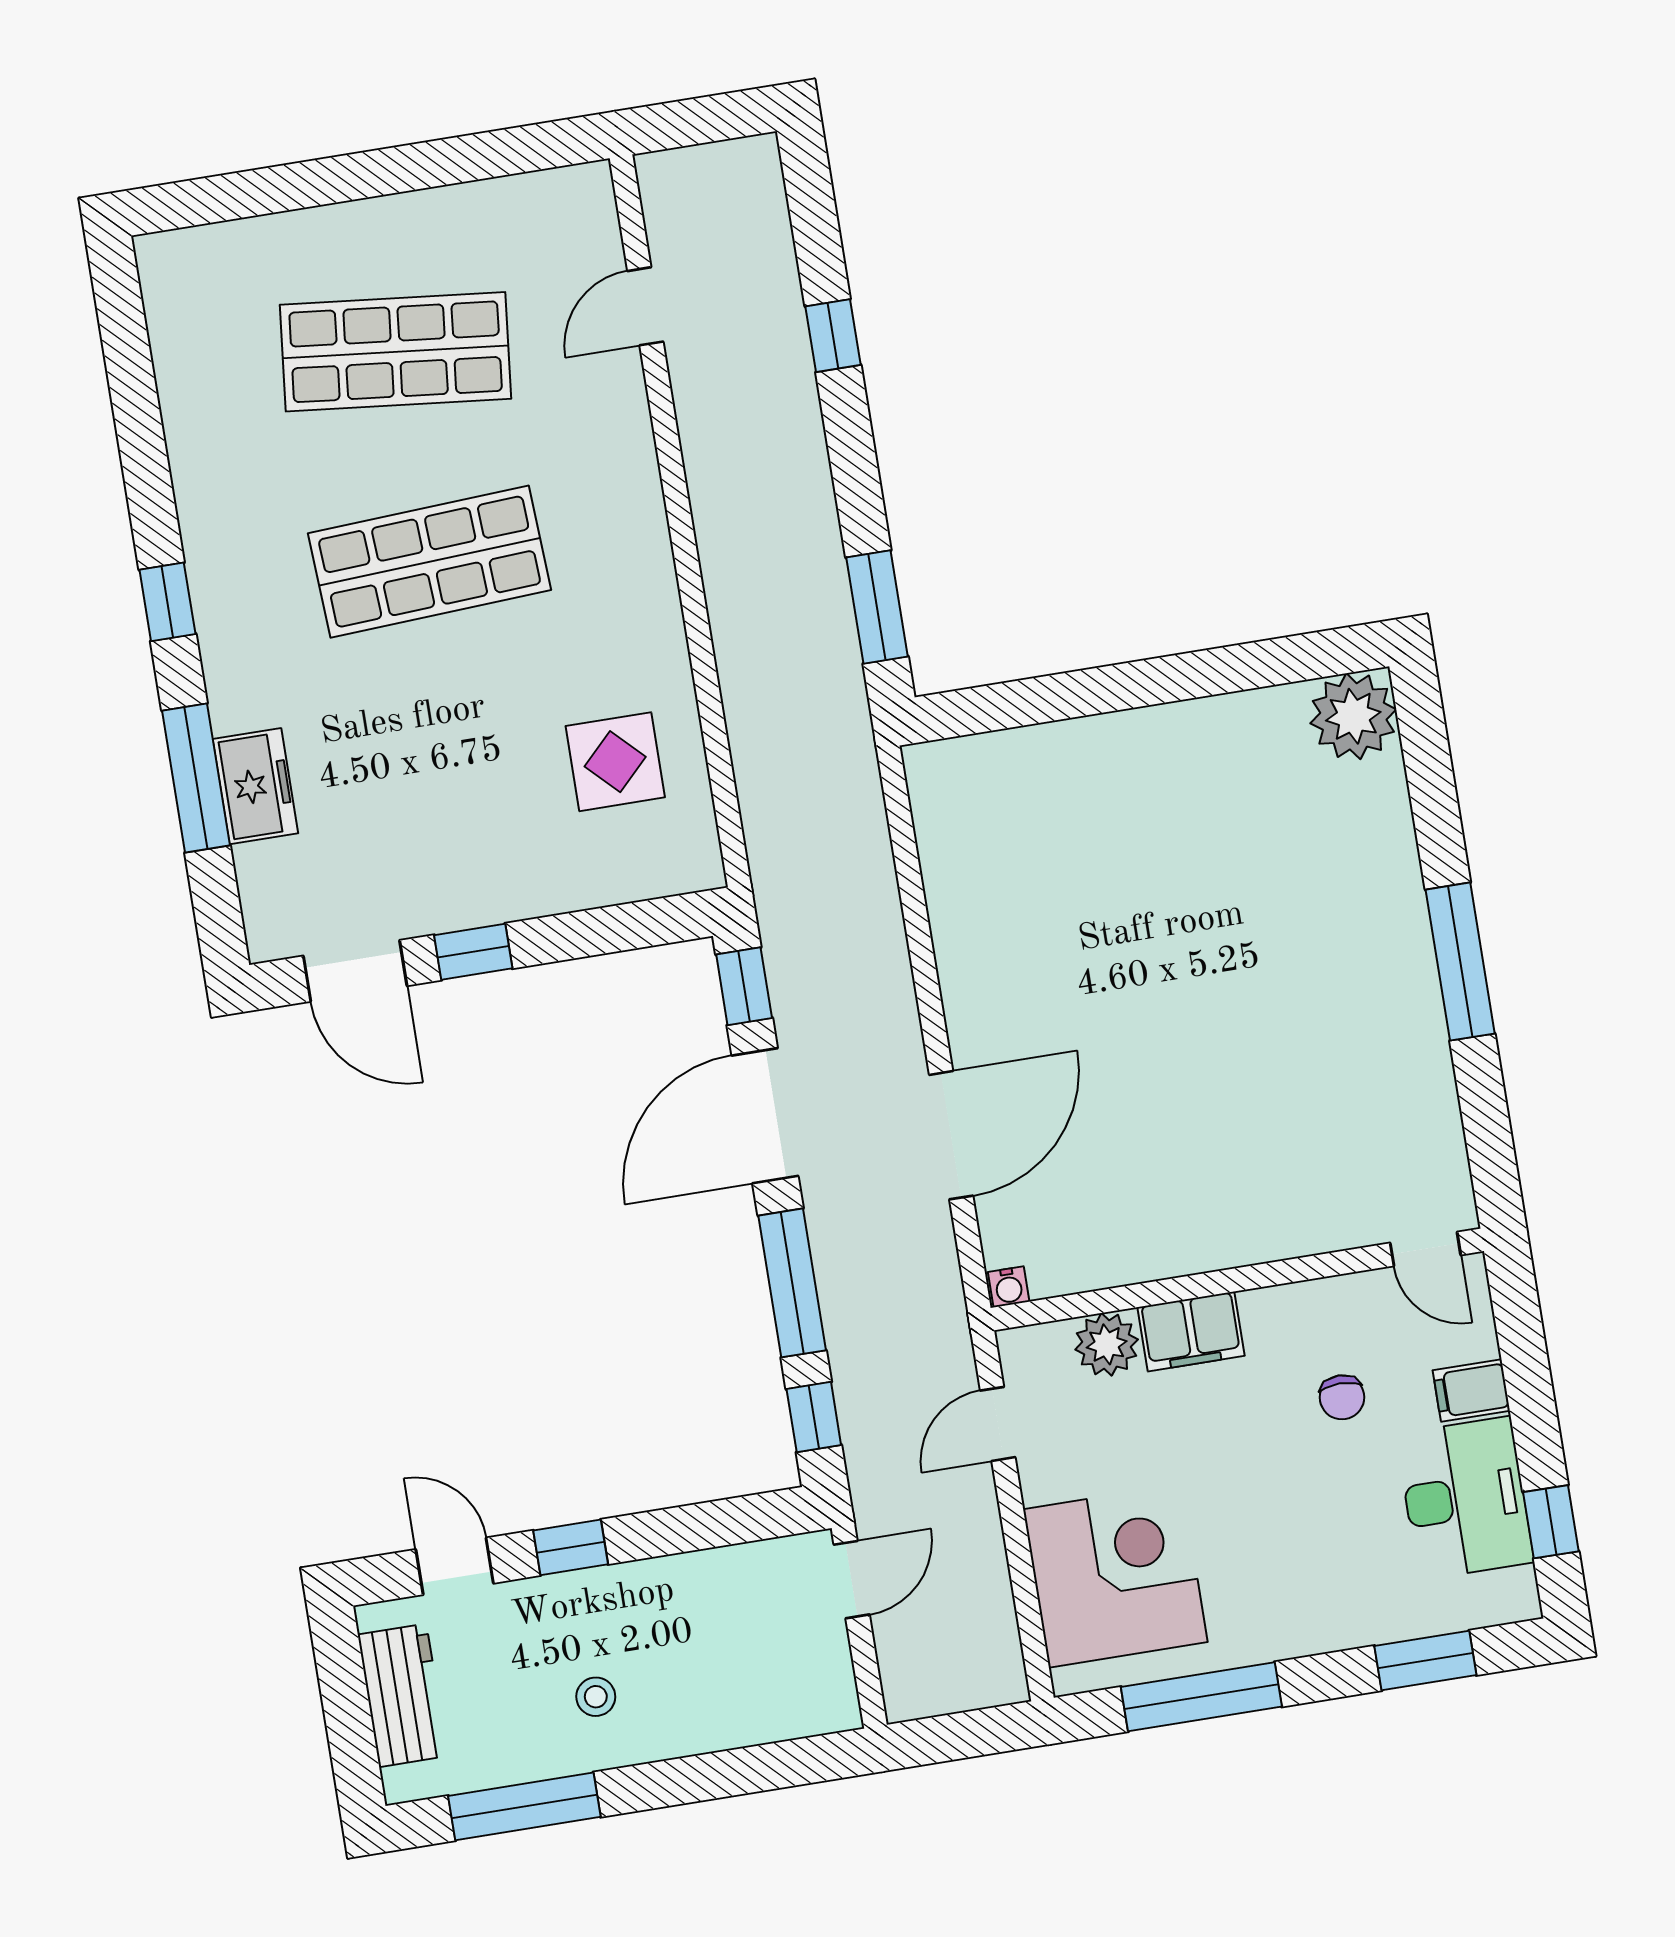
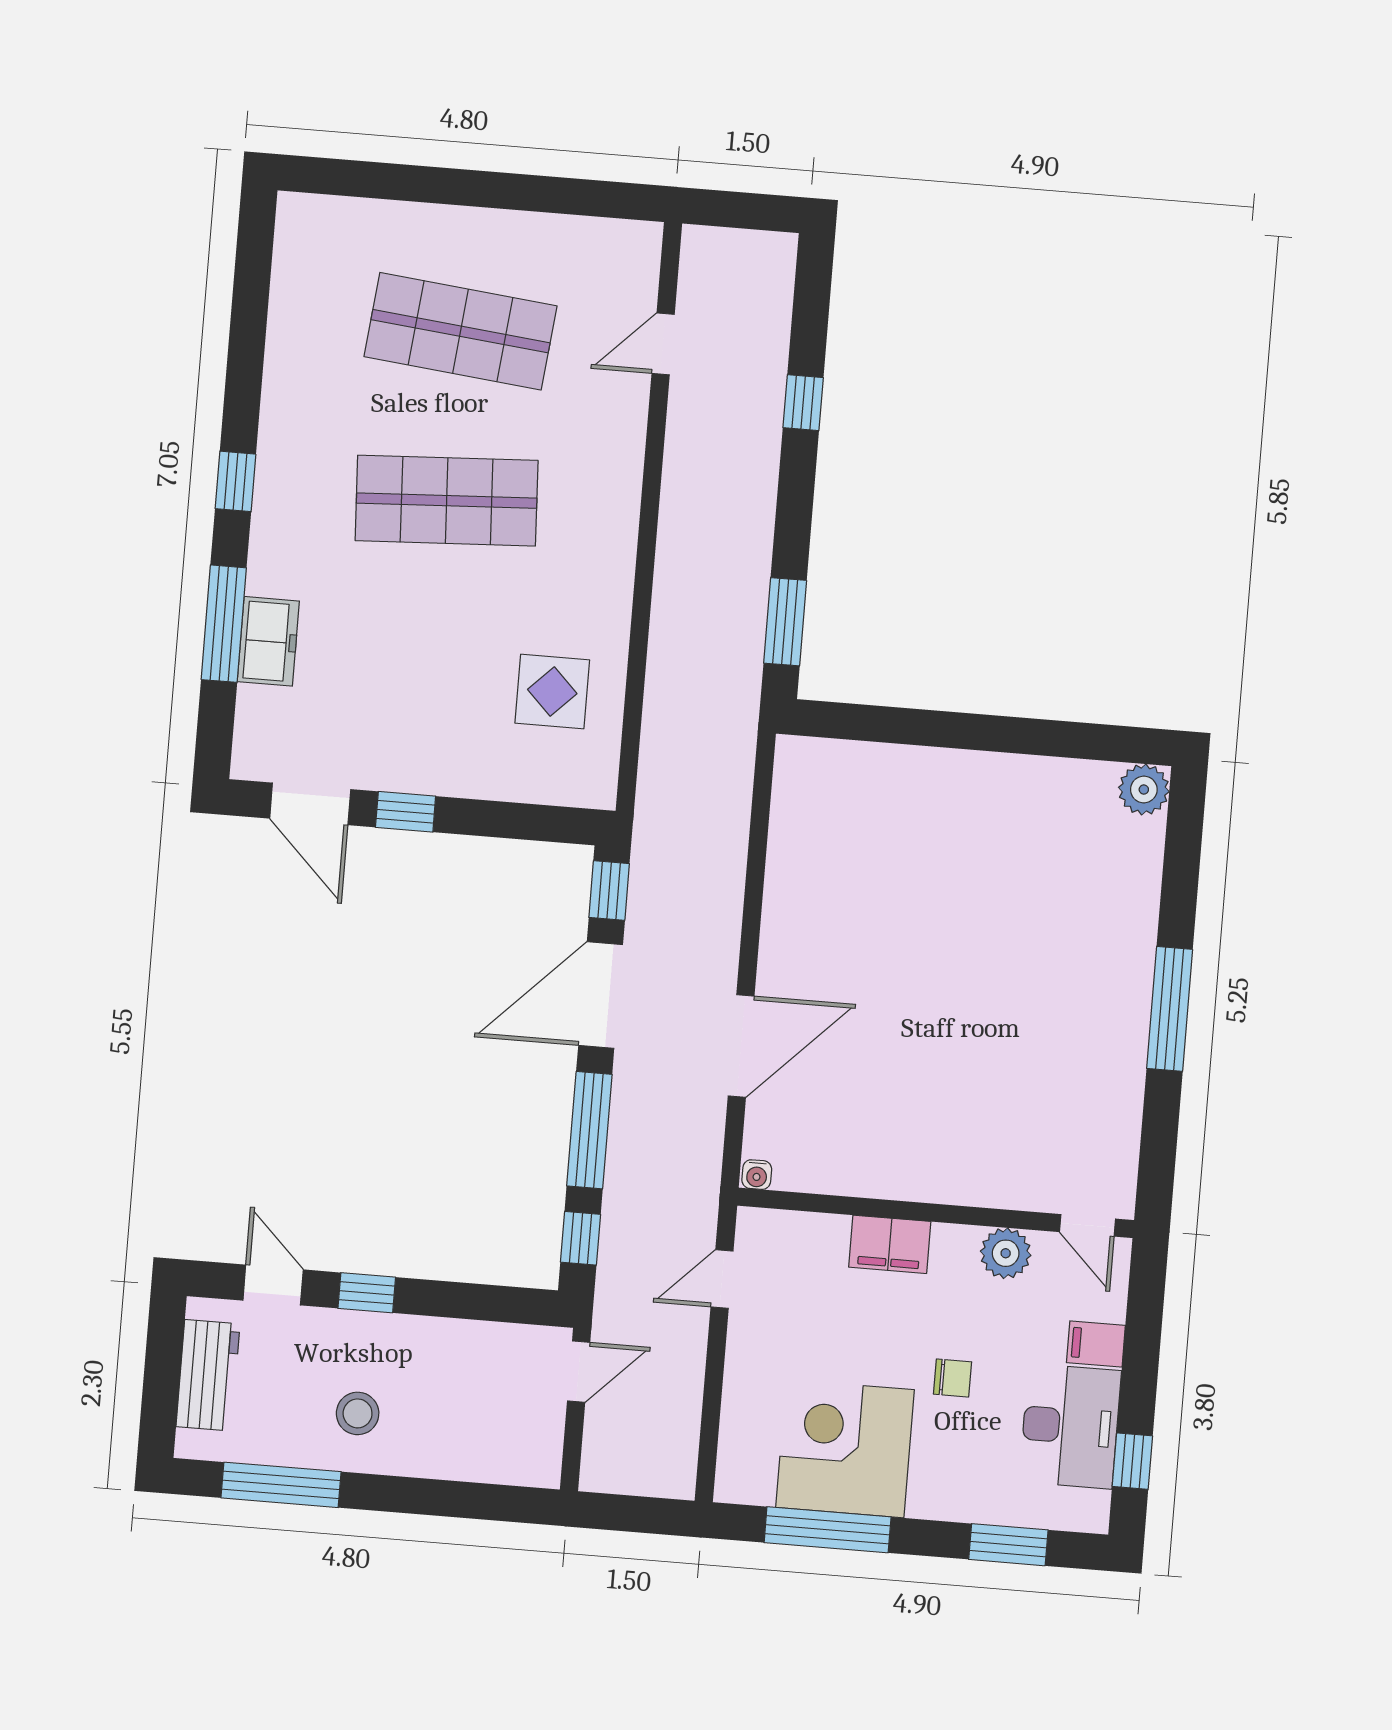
plant: (1353, 716) -> (1144, 790), width x0.73, depth x0.73
plant: (1107, 1344) -> (1006, 1253), moved
chair: (1342, 1397) -> (953, 1378), moved, turned -90
corner desk: (1115, 1576) -> (845, 1449), moved, turned -90
stool: (596, 1697) -> (358, 1413), width x1.37, depth x1.37

